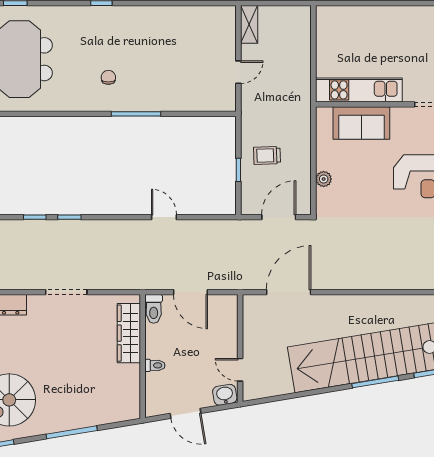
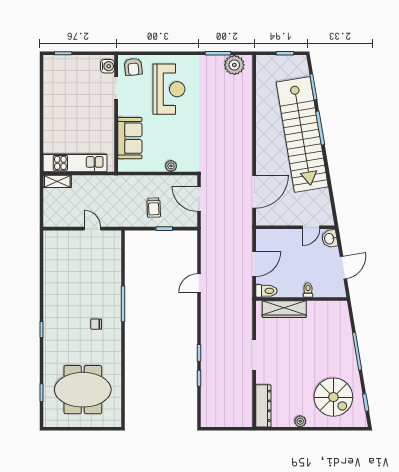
shelving: (249, 24) -> (57, 181), moved
kitchen unit: (359, 90) -> (75, 163), moved, turned 90
door: (289, 292) -> (254, 192), swing flipped

